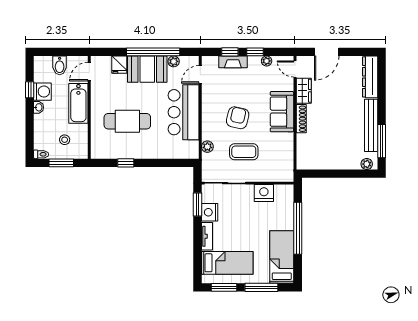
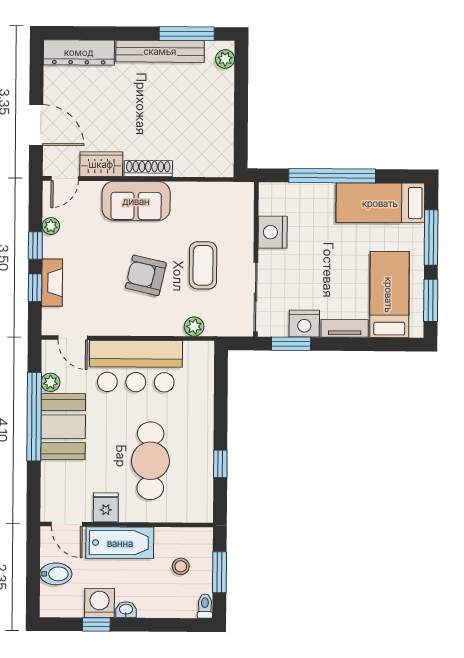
fridge: (119, 65) -> (106, 507), moved, turned -90

